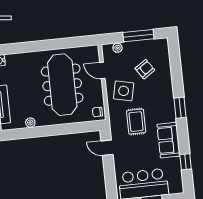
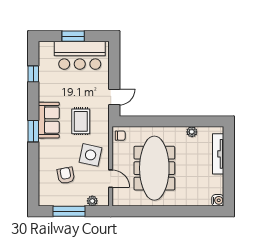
armchair: (145, 69) -> (66, 175), turned 113
sofa: (169, 140) -> (49, 120), moved
door: (107, 148) -> (114, 97), hinge flipped

